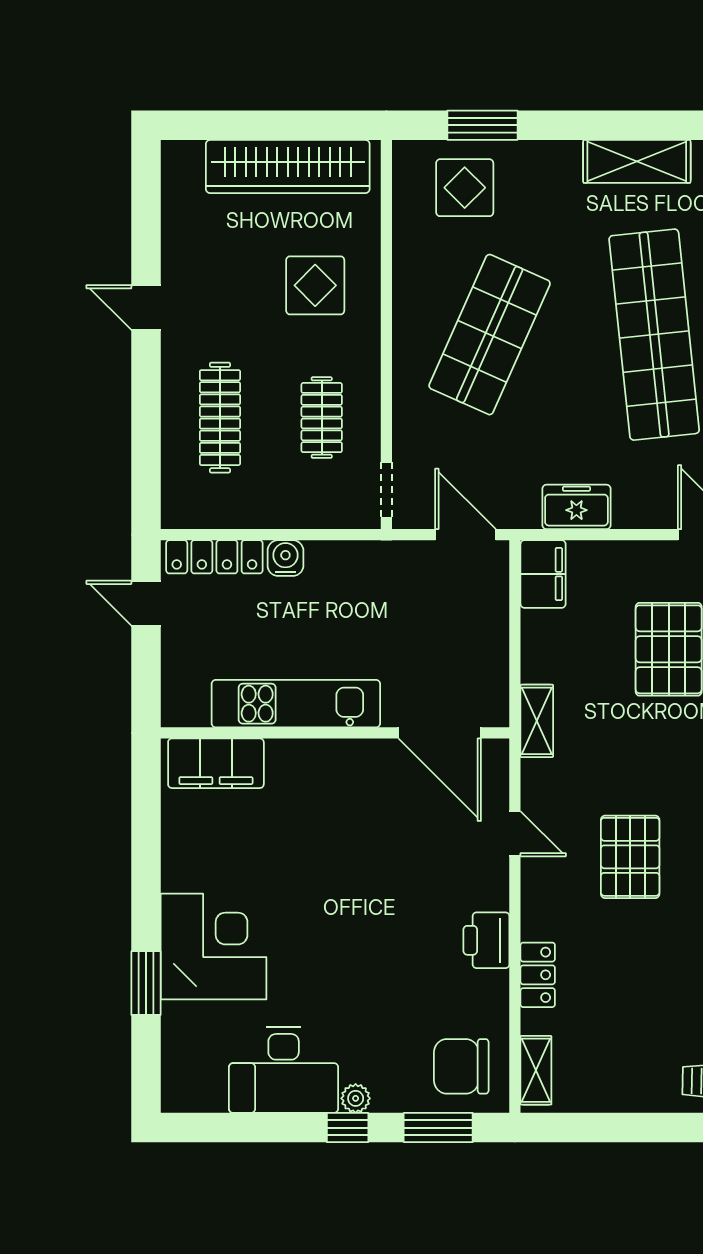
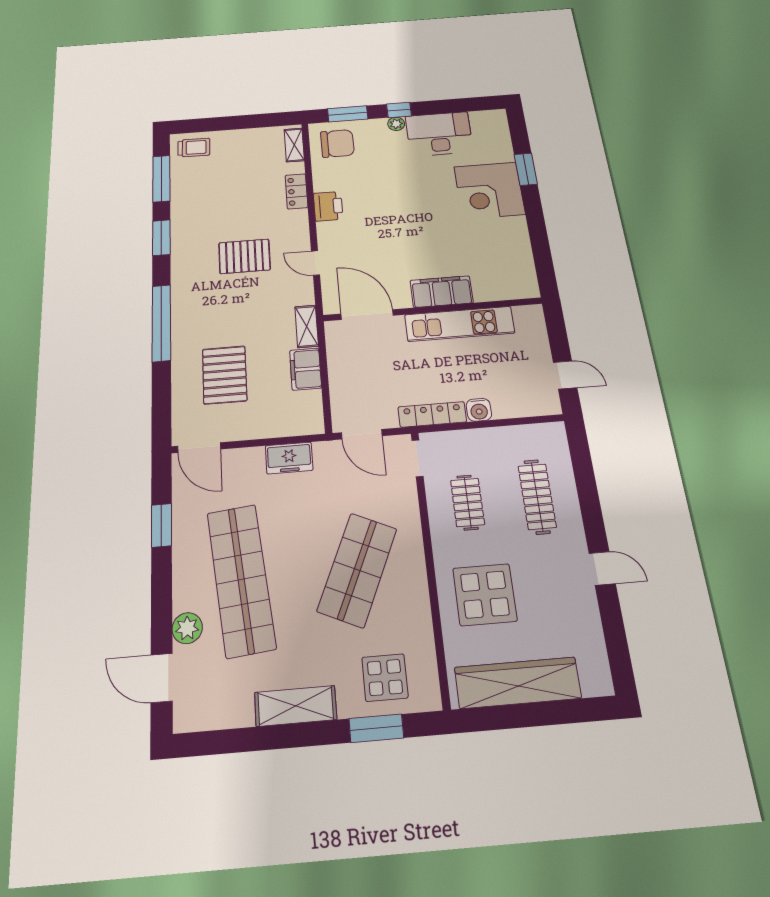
shelving: (637, 161) -> (296, 706), moved
display table: (315, 285) -> (485, 595), width x1.36, depth x1.36
locker: (214, 557) -> (432, 414), moved
filing cabinet: (543, 574) -> (306, 369), moved
filing cabinet: (216, 763) -> (442, 292), moved
pallet: (630, 857) -> (244, 256), turned 90

